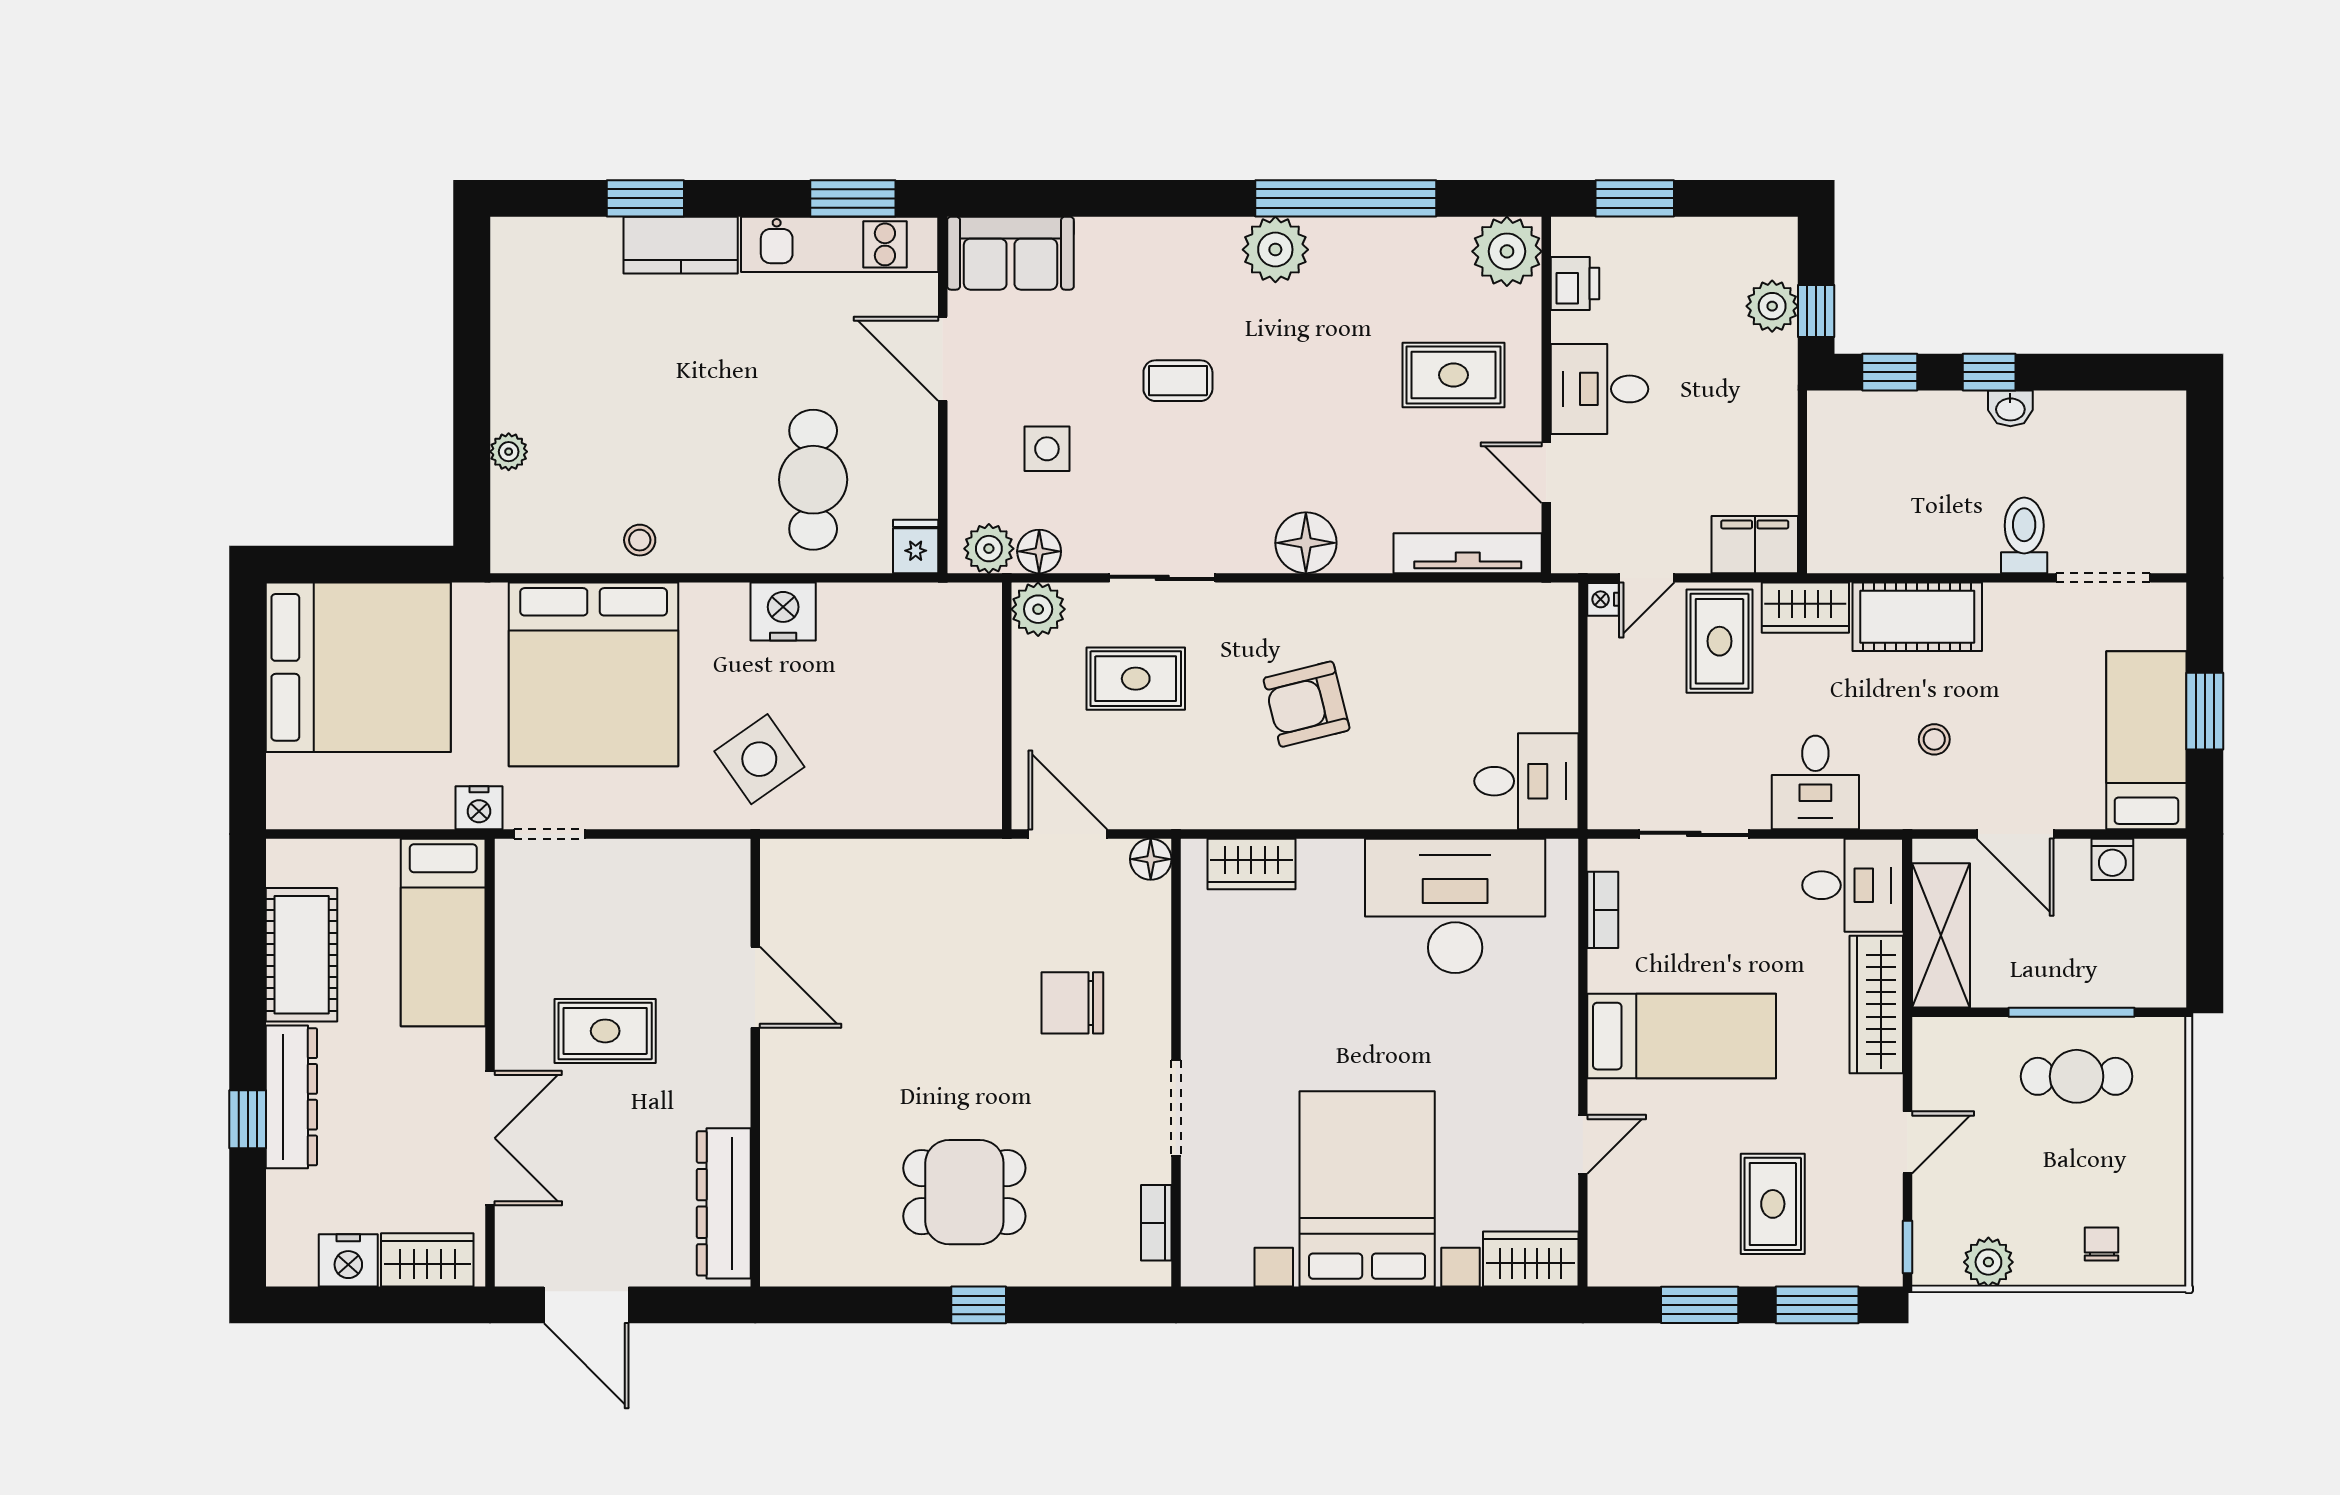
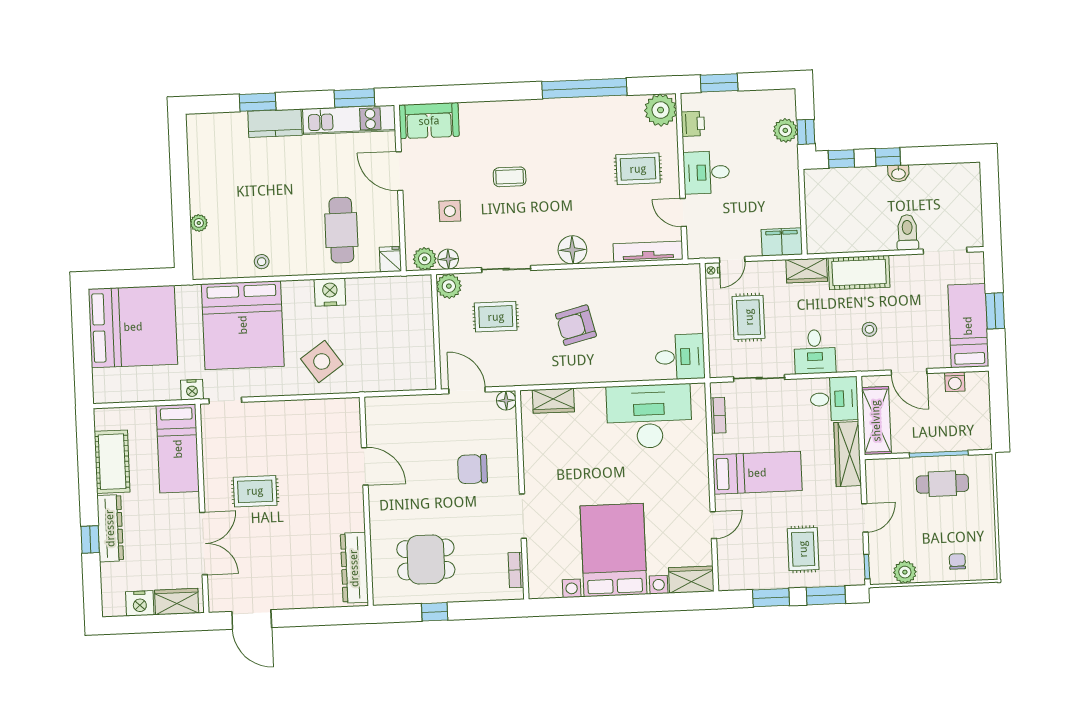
plant: (1275, 250) -> (552, 114), removed
rug: (1720, 641) -> (749, 317), moved
door: (755, 987) -> (365, 466), moved
wall: (755, 1063) -> (366, 501), moved
dresser: (724, 1203) -> (354, 568), moved

